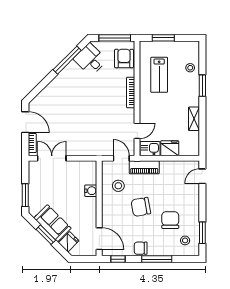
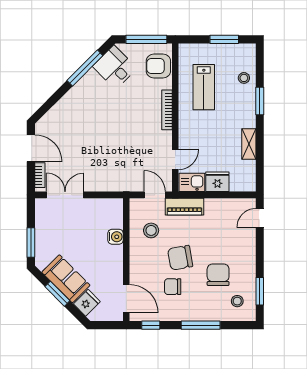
window: (163, 38) -> (224, 39), moved
armchair: (124, 58) -> (158, 66), turned -90
chair: (141, 248) -> (173, 287), moved

